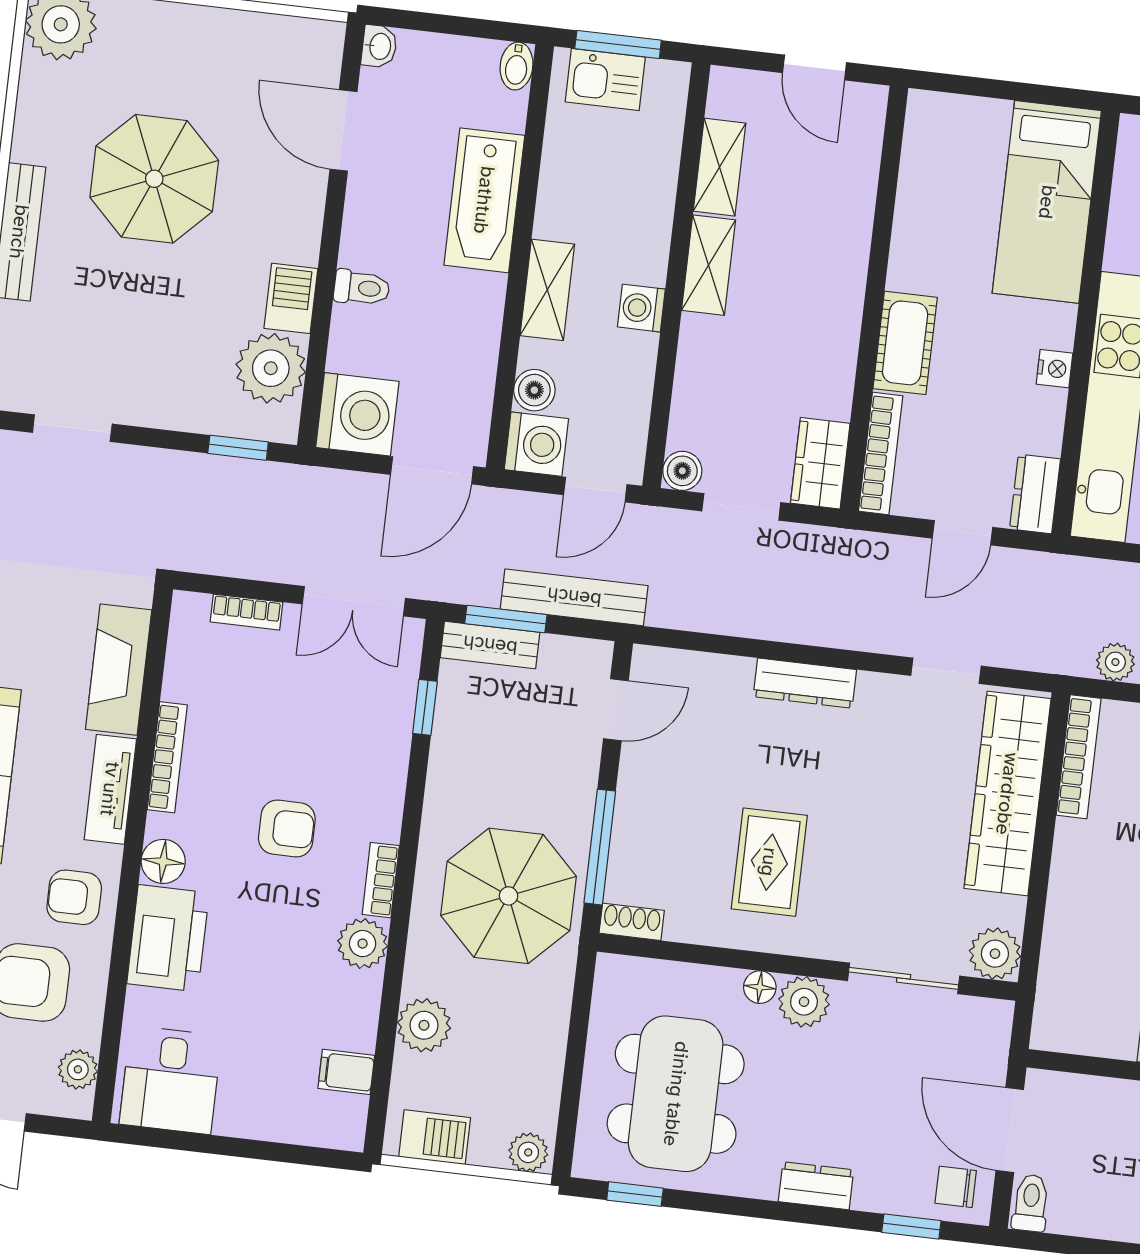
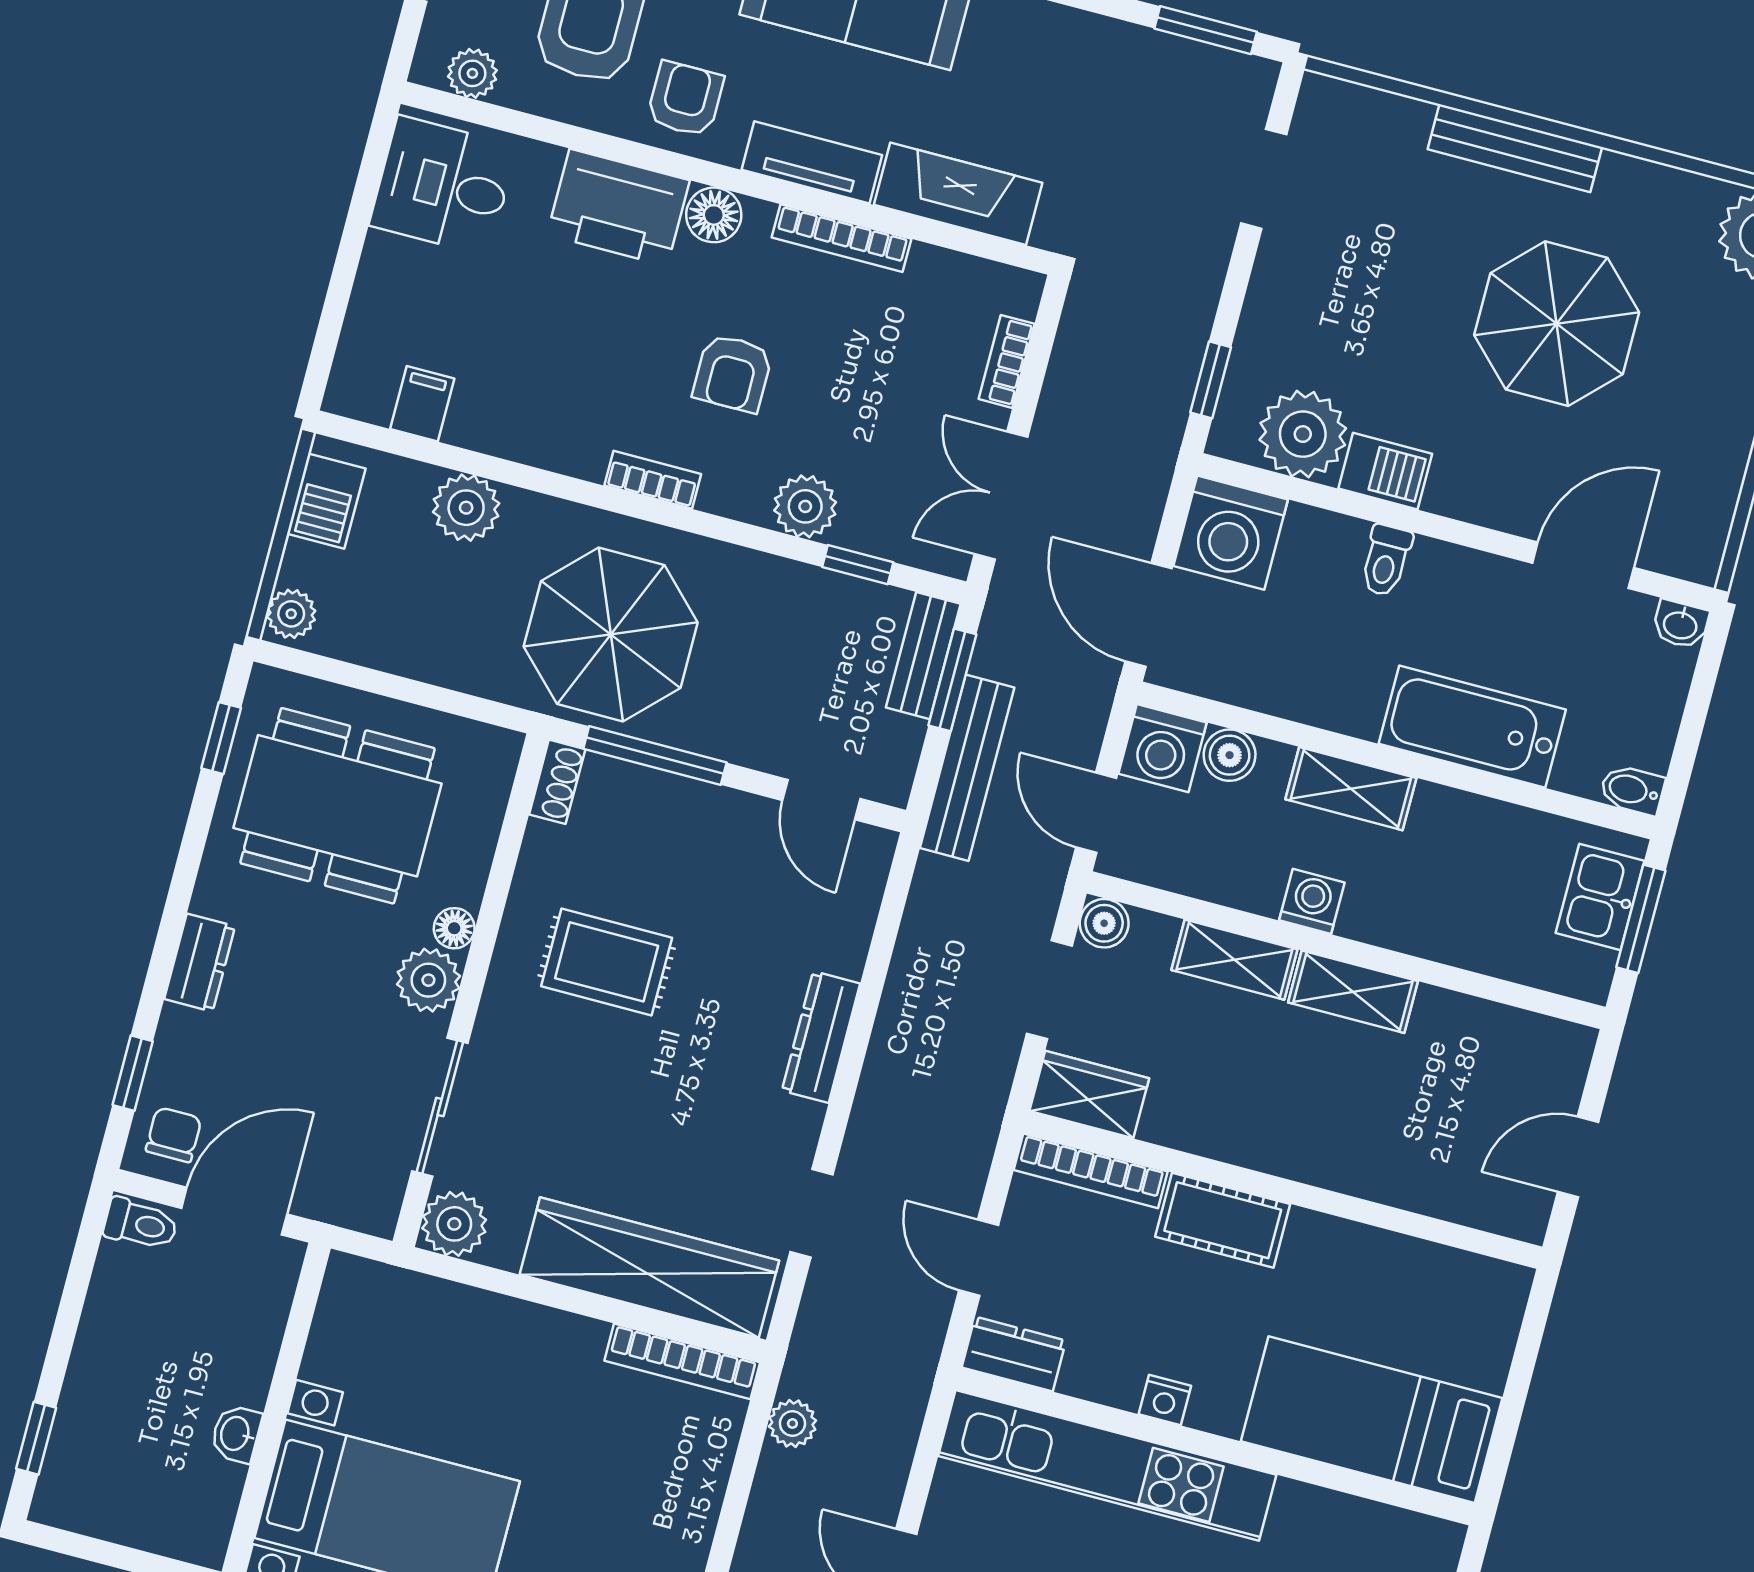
shelving: (720, 167) -> (1234, 960), moved
plant: (363, 944) -> (805, 506), moved

